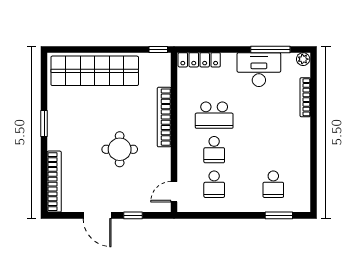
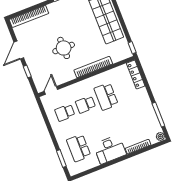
desk: (259, 70) -> (110, 149), moved, turned 90
school desk: (273, 184) -> (79, 148), width x1.85
door: (174, 192) -> (51, 90), hinge flipped

